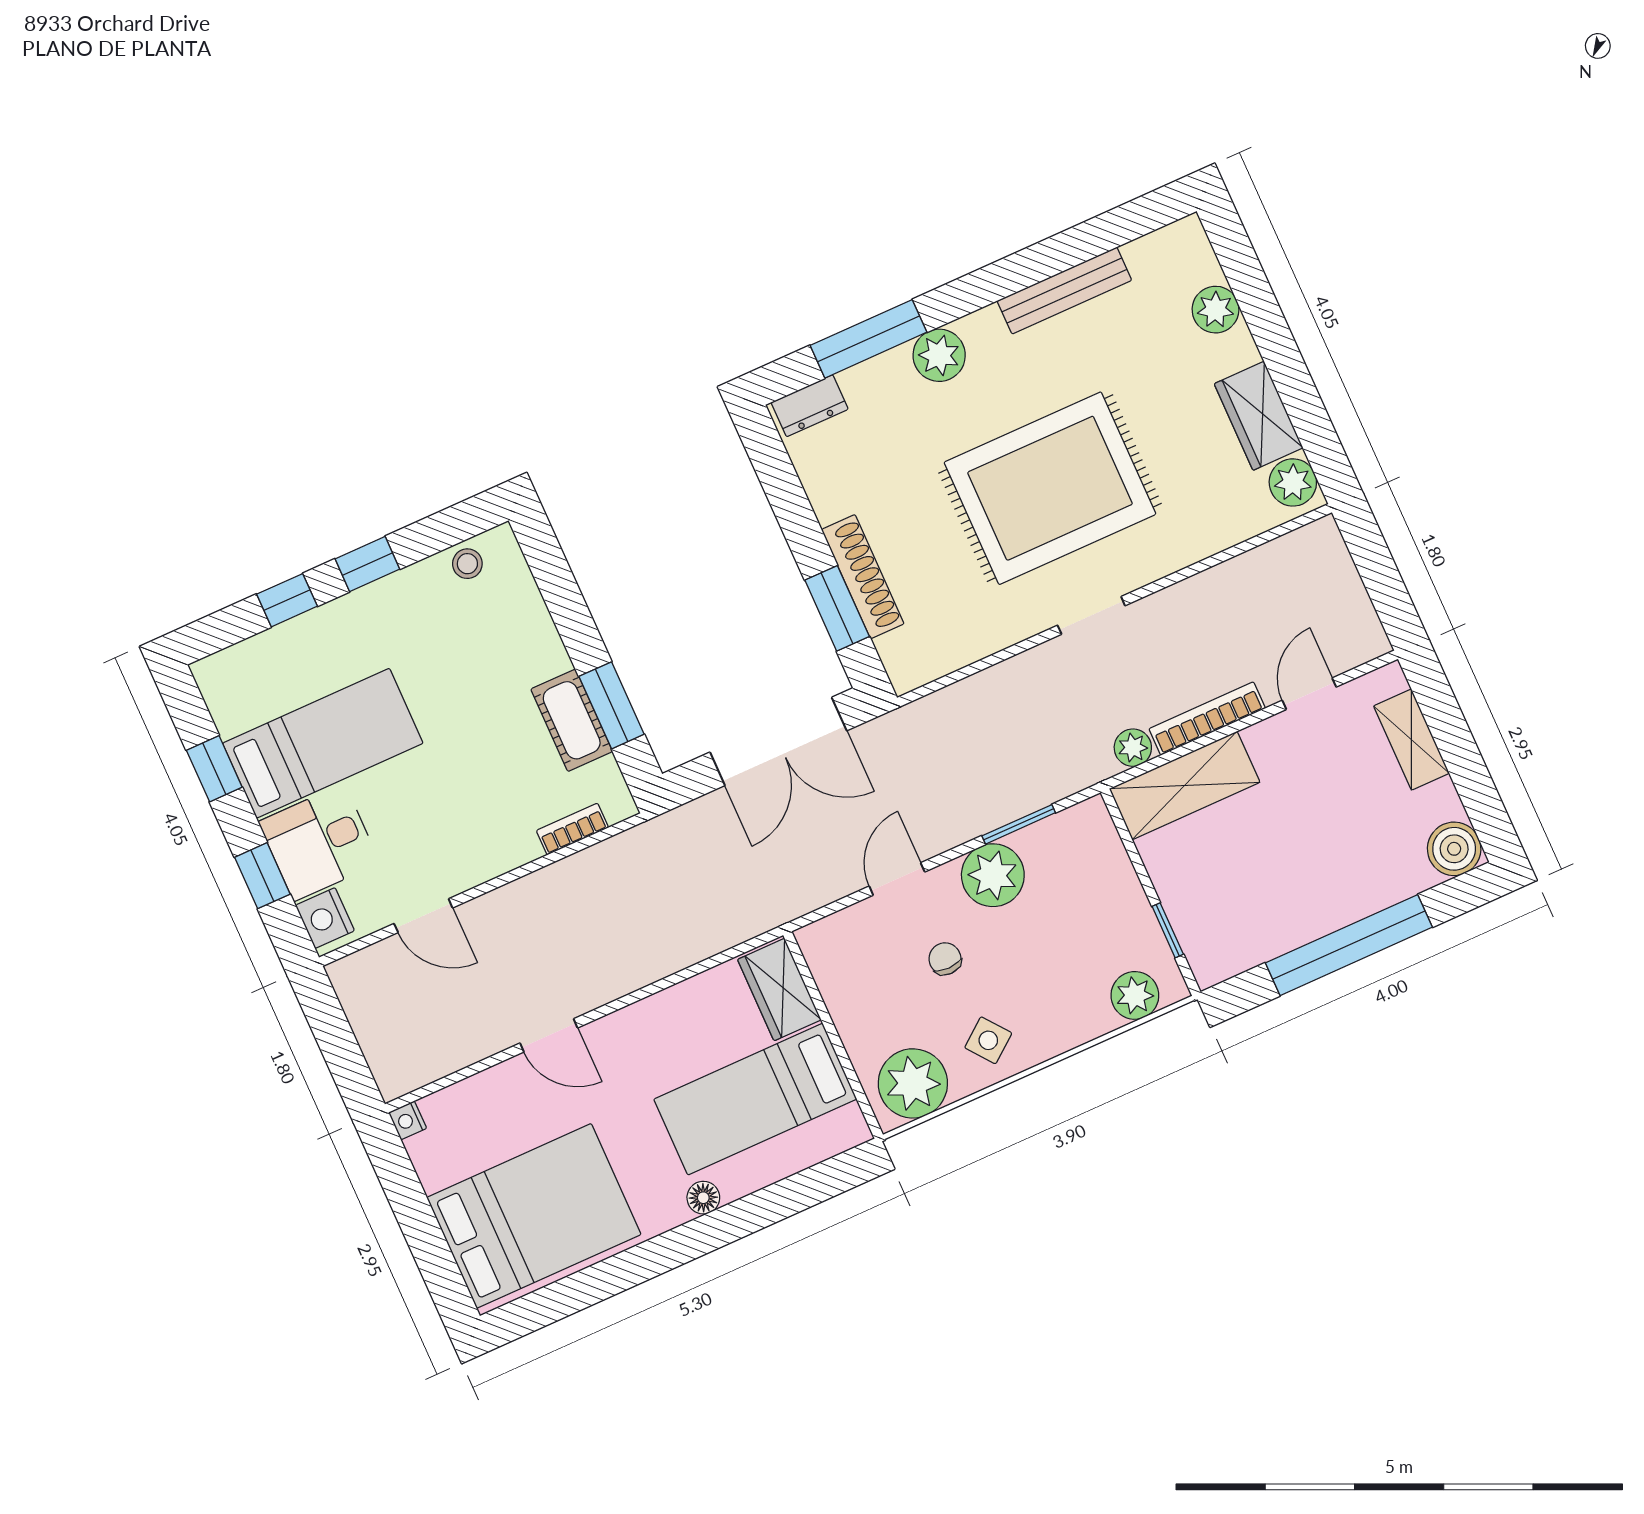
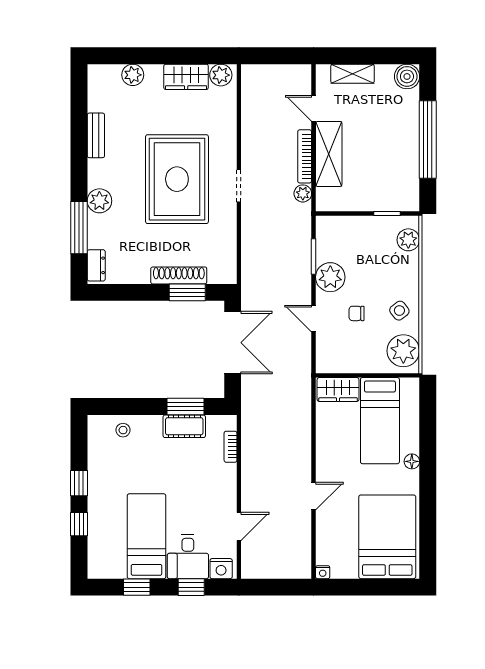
bench: (1064, 291) -> (96, 135), width x0.73
stool: (467, 564) -> (123, 430), moved
shelving: (1185, 785) -> (329, 154), moved

